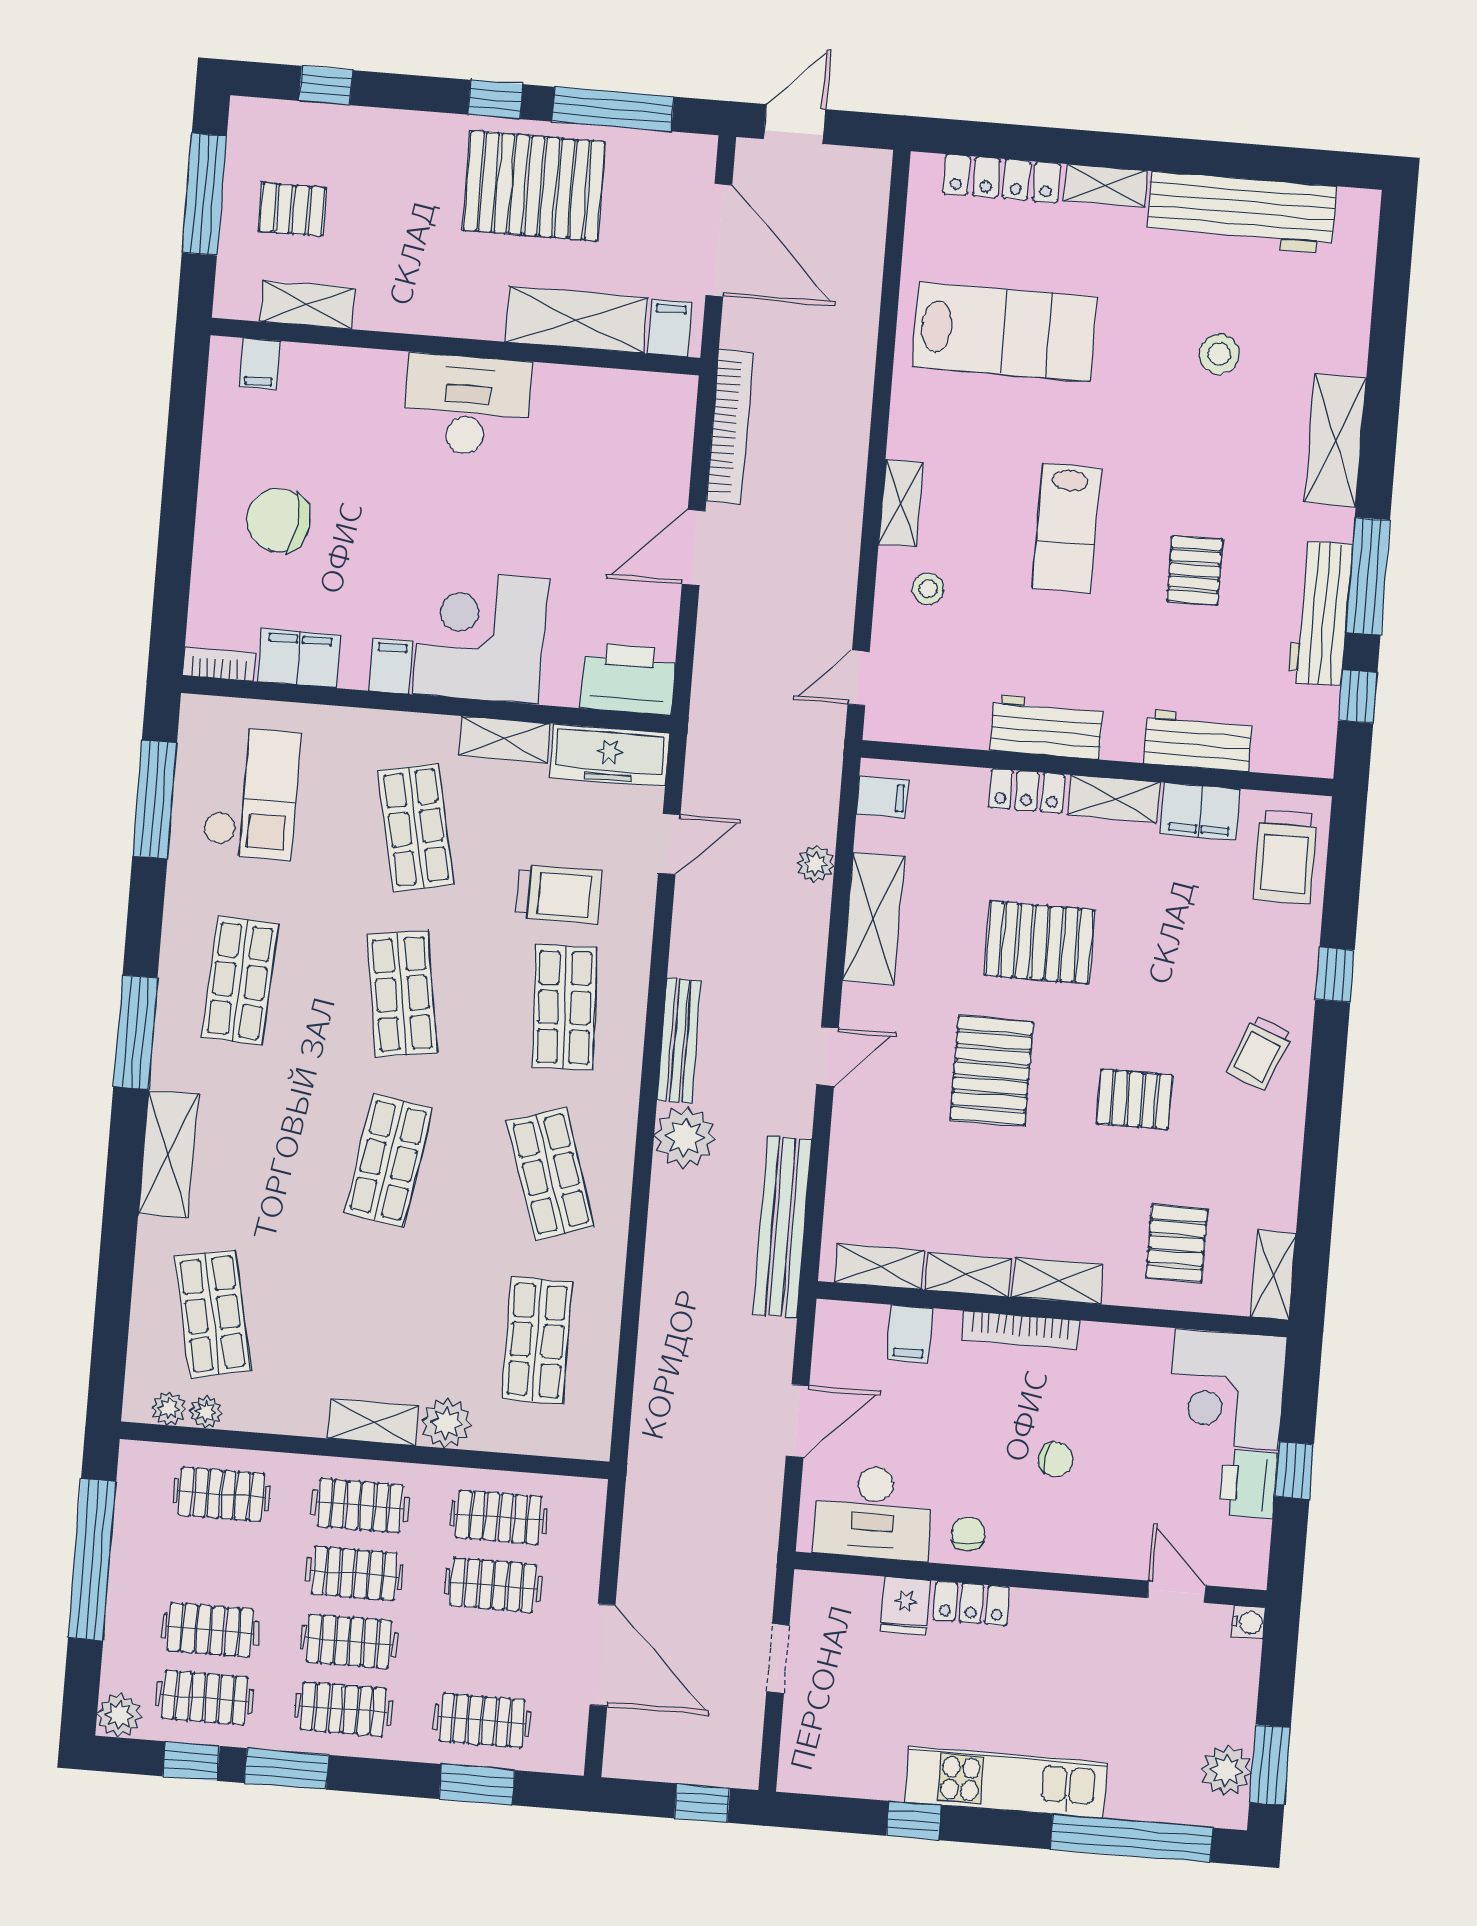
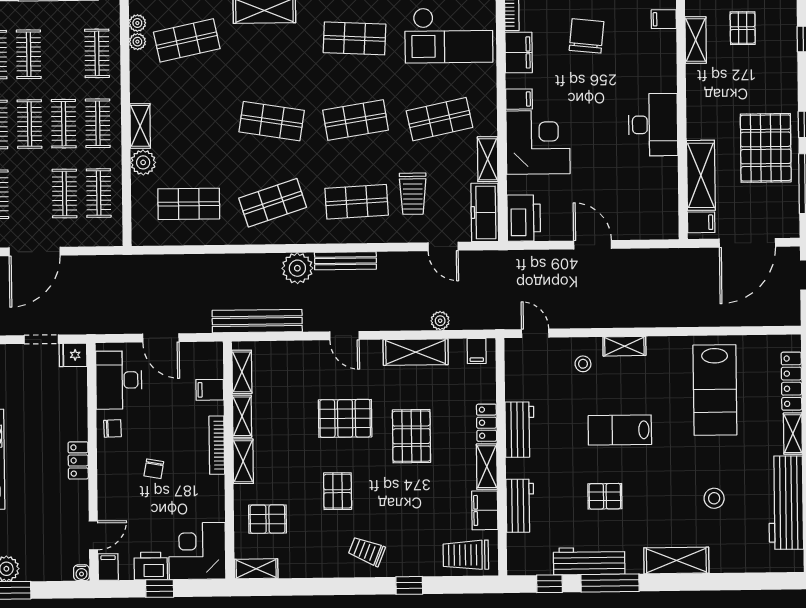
bookcase: (730, 427) -> (655, 257), removed
checkout: (251, 793) -> (449, 35), width x1.36, depth x1.21
filing cabinet: (1242, 1568) -> (108, 567), added
locker: (971, 1603) -> (78, 460), moved
fridge: (905, 1606) -> (73, 355), moved

